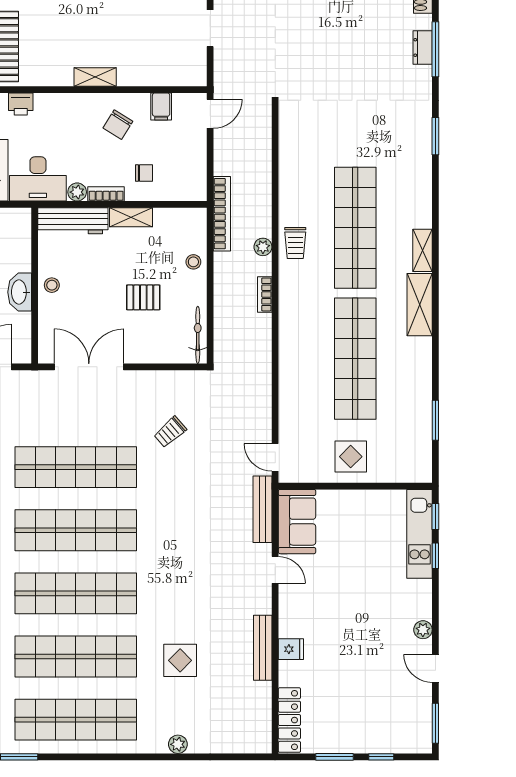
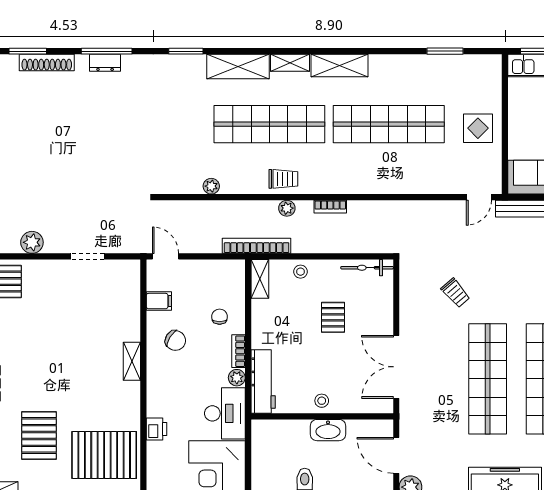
plant: (287, 164) -> (211, 186), added
shelving: (418, 193) -> (238, 66), added
shelving: (131, 217) -> (260, 279), moved

